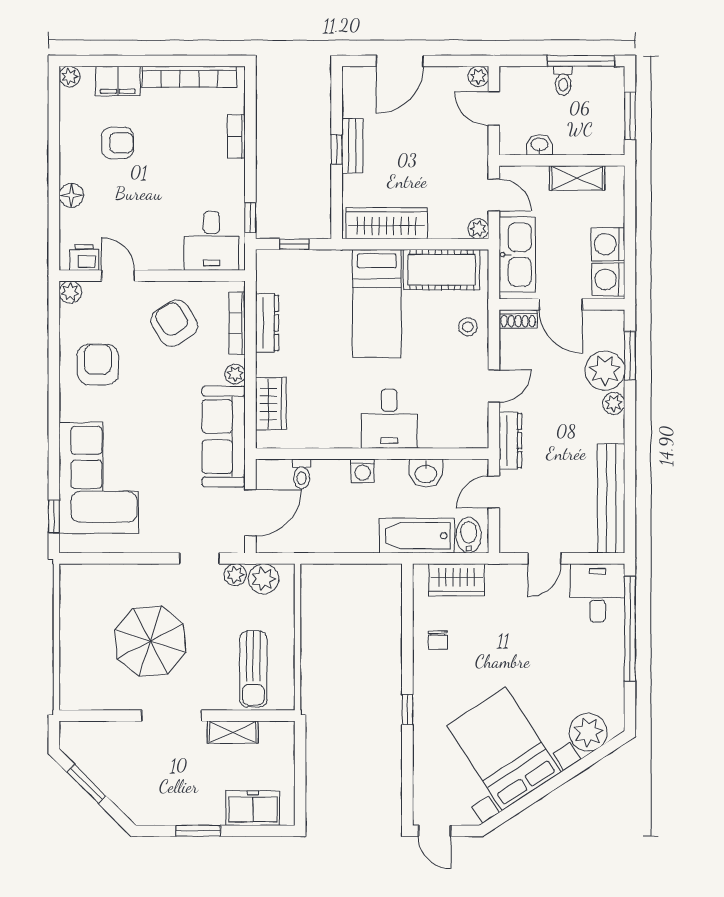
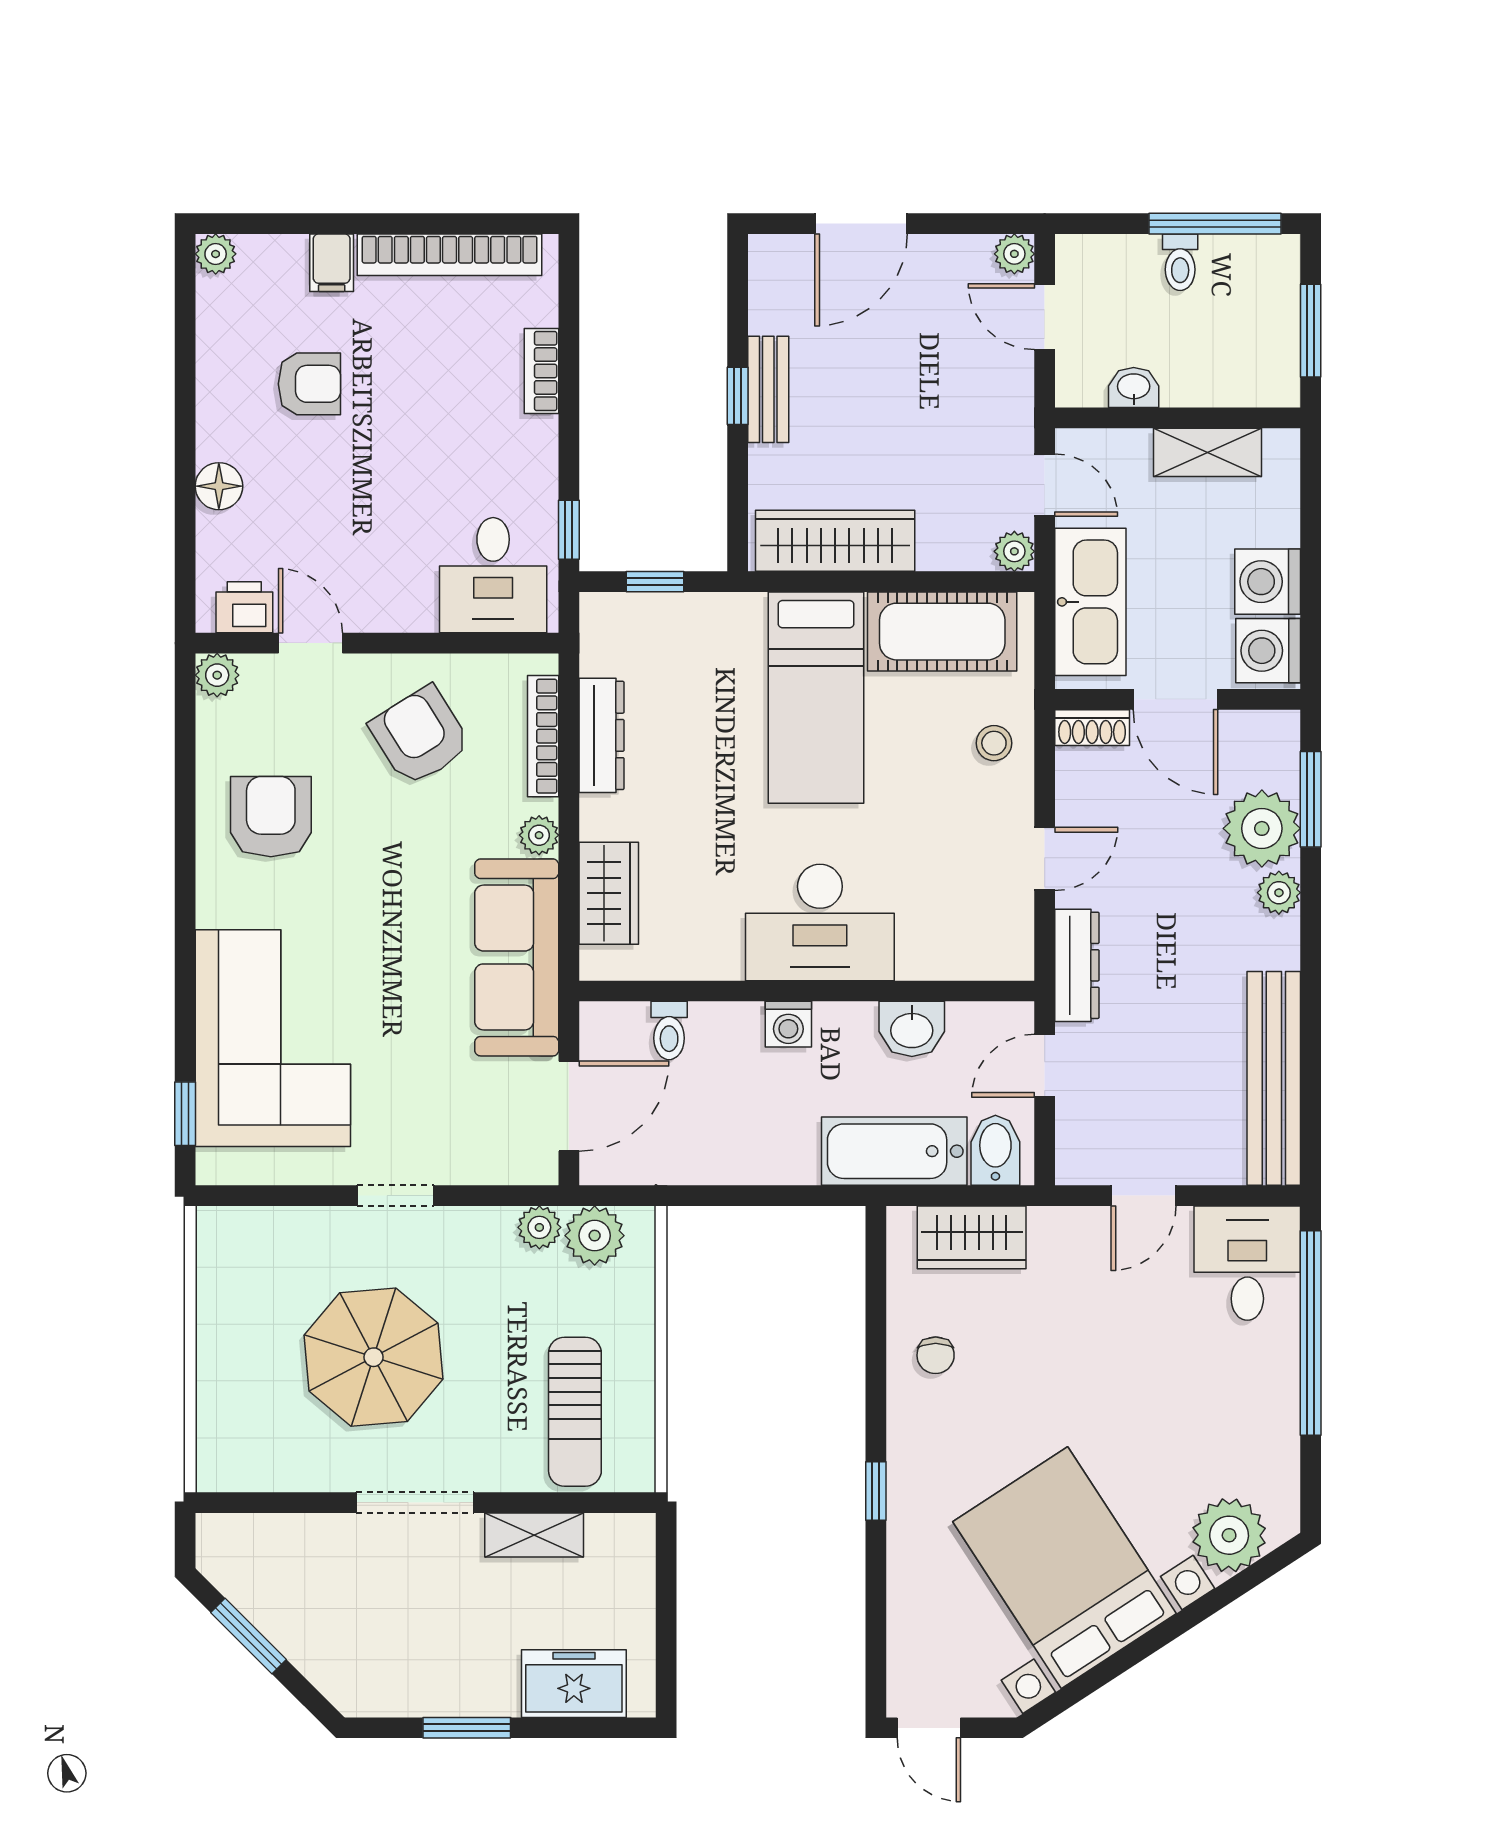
filing cabinet: (118, 81) -> (332, 263), width x0.50
desk: (389, 419) -> (820, 922), width x1.37
doorway: (199, 558) -> (396, 1196), moved

